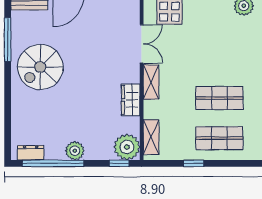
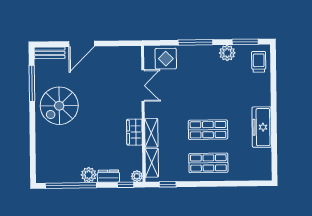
shelving: (151, 82) -> (151, 133), moved
plant: (127, 147) -> (137, 176), width x0.53, depth x0.53
dresser: (31, 153) -> (108, 176), moved
window: (194, 163) -> (168, 184), moved

